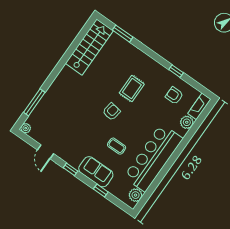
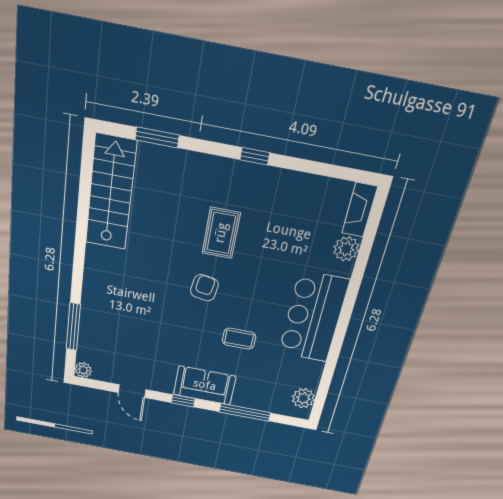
window: (176, 71) -> (255, 156), moved
armchair: (174, 95) -> (304, 211), removed
bar counter: (153, 158) -> (313, 317), width x0.73
sofa: (96, 172) -> (205, 385), moved
window: (101, 191) -> (245, 412), width x2.17

